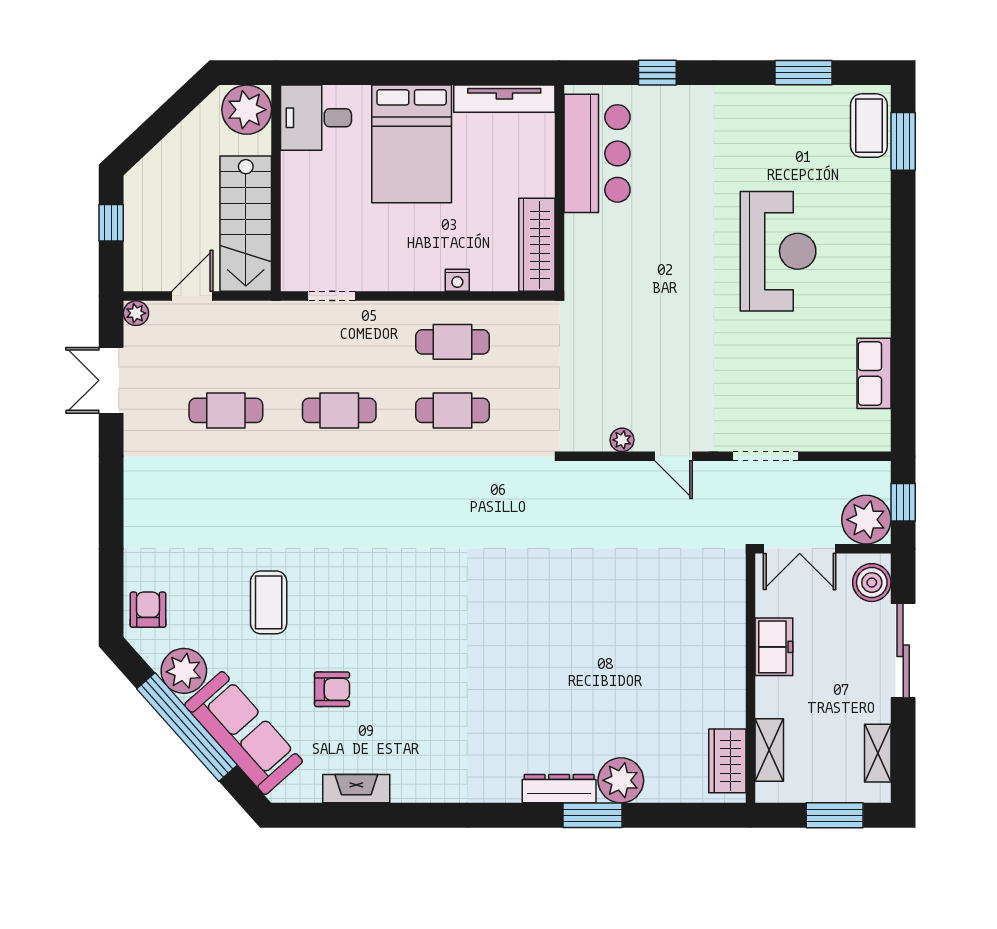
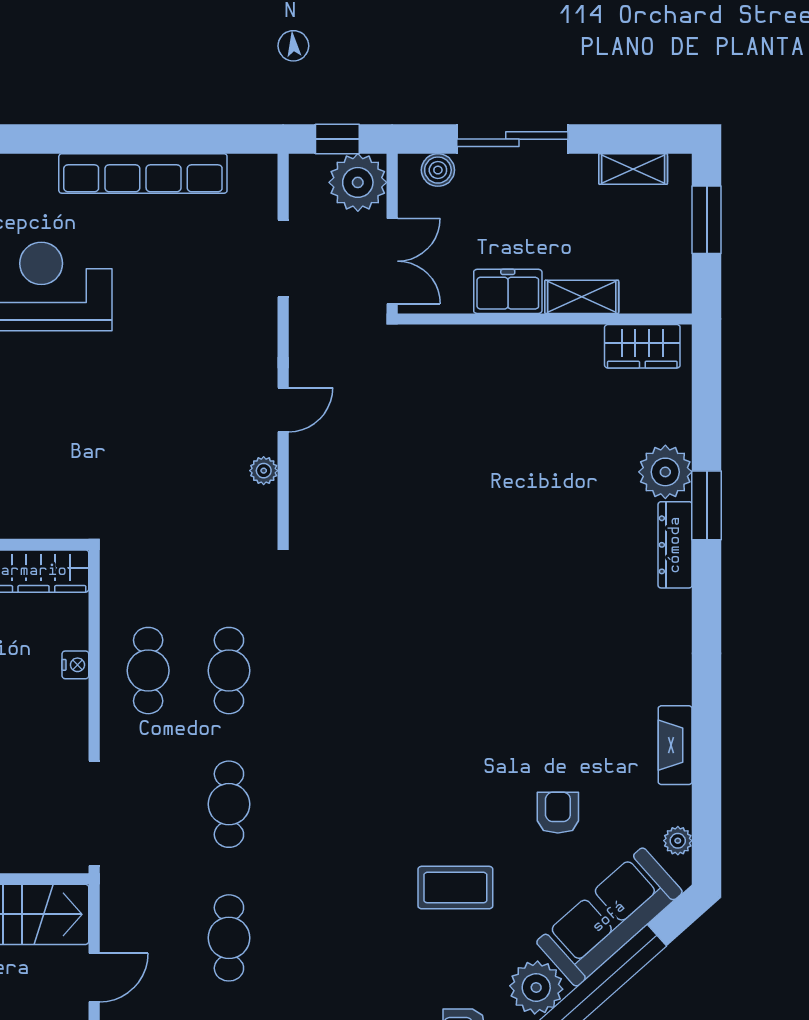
door: (192, 296) -> (94, 978), swing flipped
doorway: (331, 296) -> (94, 813), width x1.87
row of seats: (874, 373) -> (143, 173), width x2.02
doorway: (765, 456) -> (283, 258), moved
boiler: (872, 583) -> (438, 170), width x0.73, depth x0.73
shelving: (769, 750) -> (582, 297), moved
fireplace: (356, 789) -> (675, 745), moved
plant: (308, 791) -> (678, 841), added

